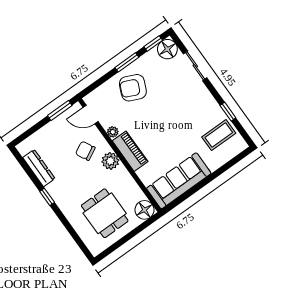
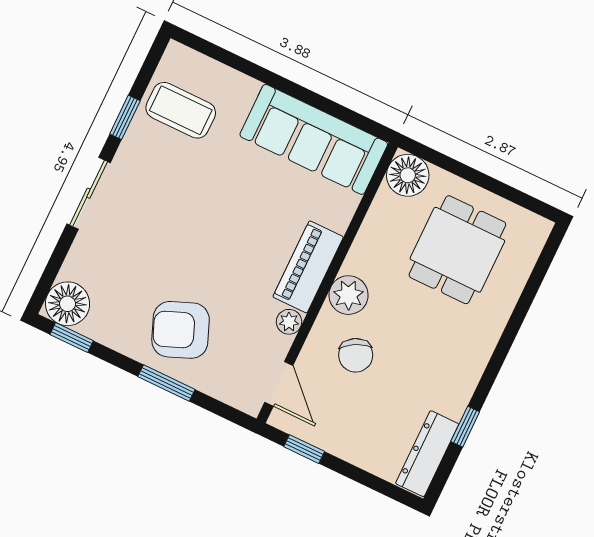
window: (127, 62) -> (166, 383), moved
sliding door: (195, 66) -> (89, 193), moved
armchair: (133, 88) -> (181, 330), turned 134
window: (60, 110) -> (304, 449), width x0.67
dresser: (39, 168) -> (427, 454), moved
window: (47, 197) -> (465, 427), moved

